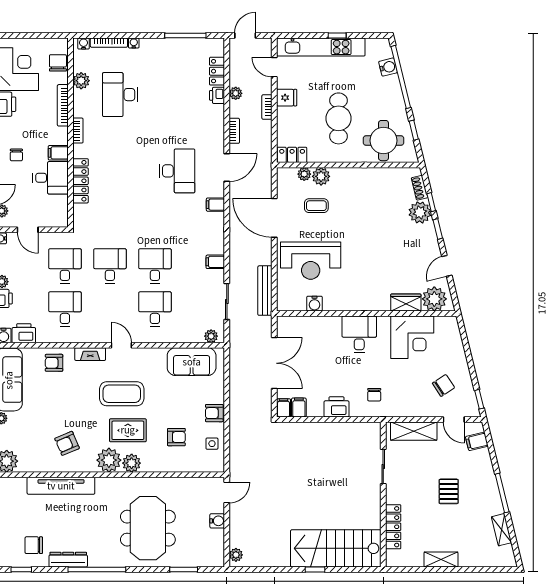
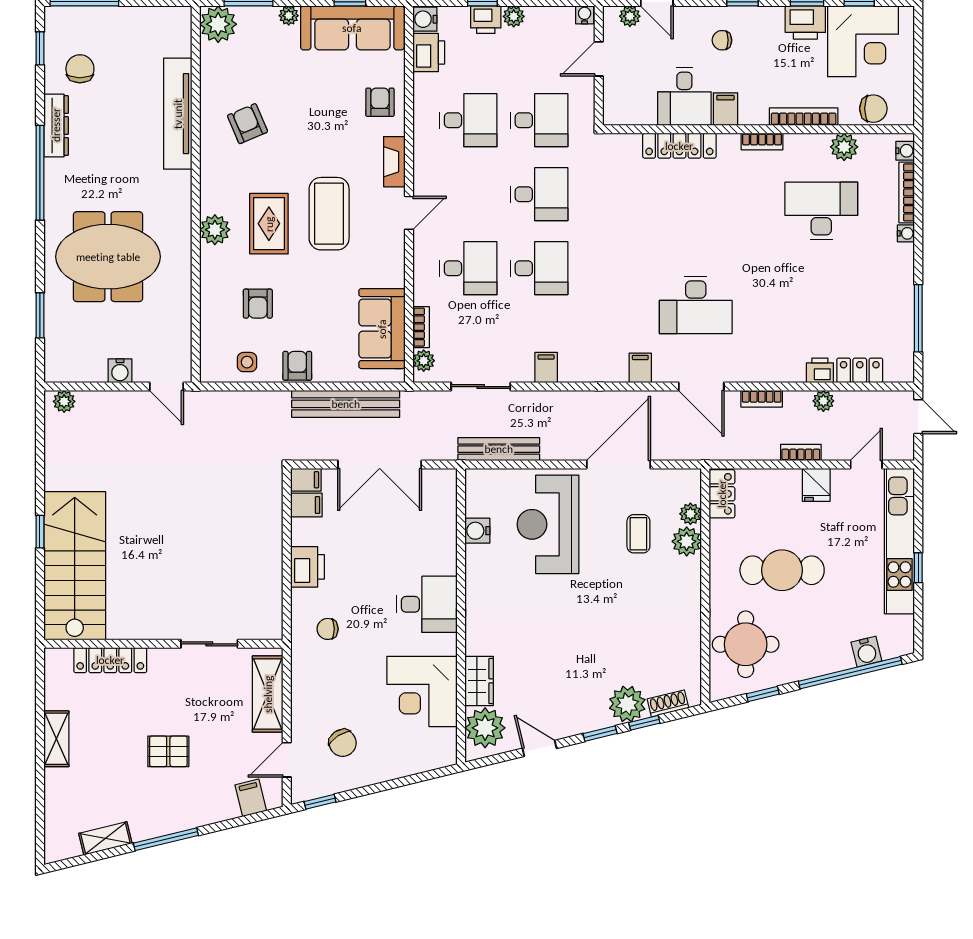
bookcase: (191, 338) -> (421, 327), added
bench: (237, 384) -> (346, 404), added
plant: (109, 460) -> (220, 192), removed

